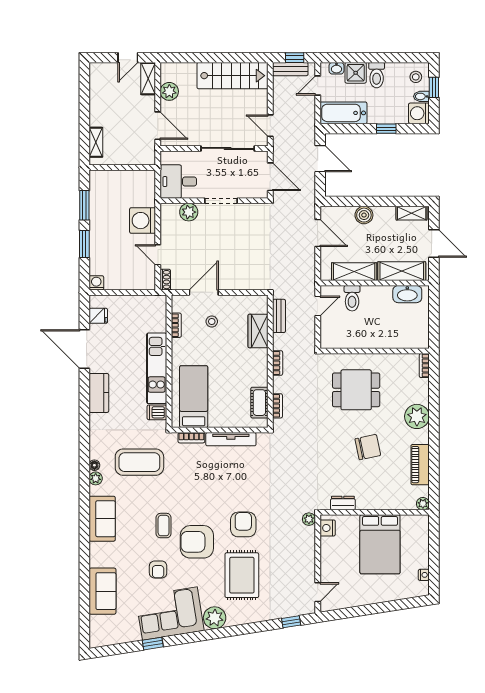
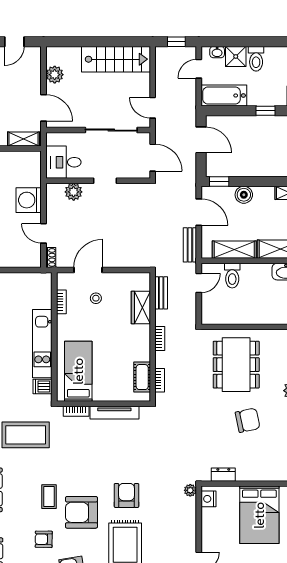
bench: (290, 69) -> (190, 245), moved, turned 90
shelving: (148, 79) -> (23, 139), moved, turned 90
doorway: (221, 201) -> (105, 181), width x0.73
window: (339, 201) -> (219, 182), added
dining table: (356, 390) -> (236, 365), width x1.38
armchair: (158, 570) -> (44, 539), turned 91

